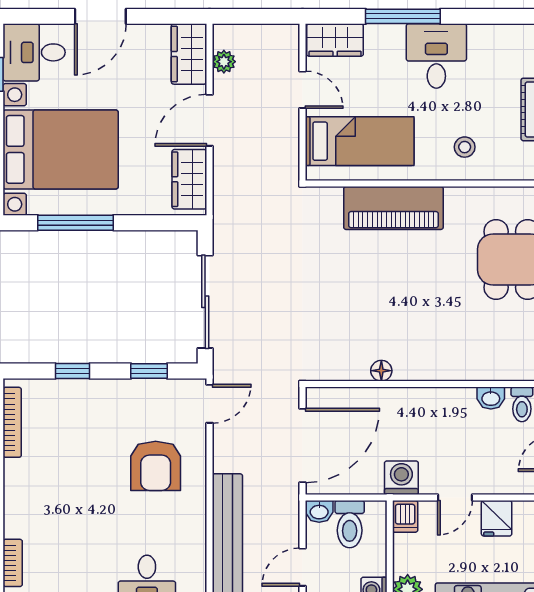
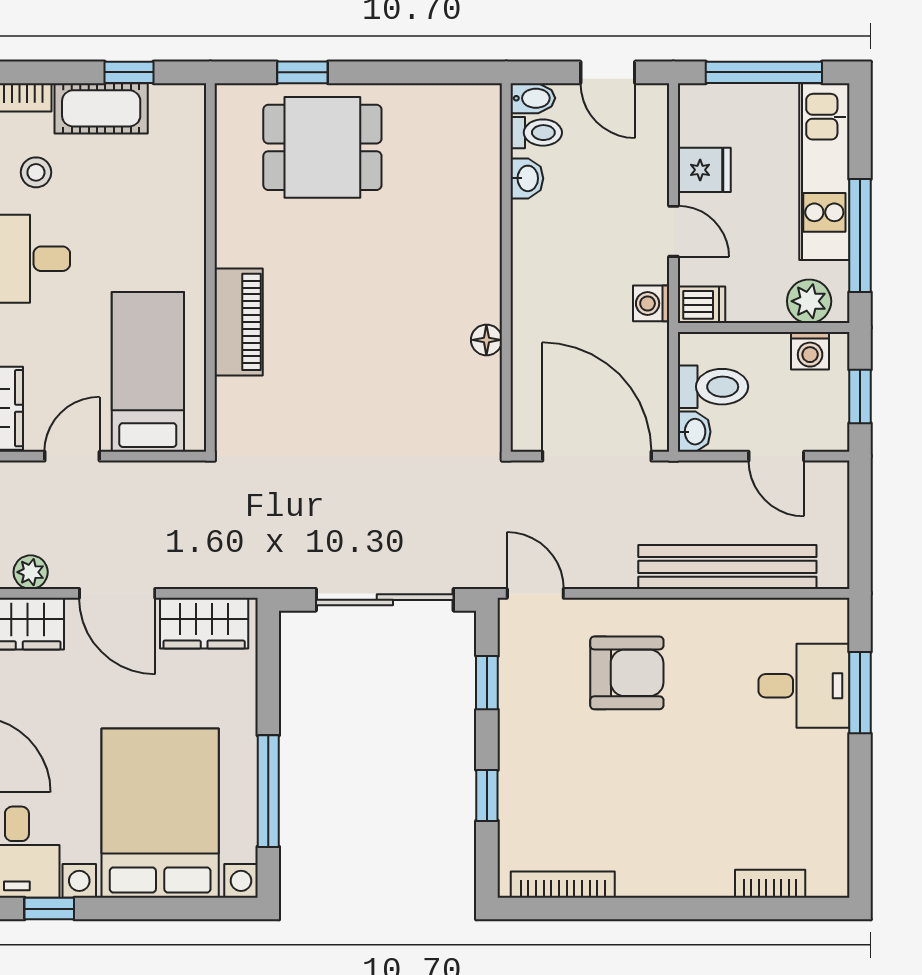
stool: (465, 147) -> (36, 172), moved
piano: (393, 208) -> (239, 322), width x0.73, depth x0.75
washing machine: (401, 478) -> (651, 303), width x0.73, depth x0.73

